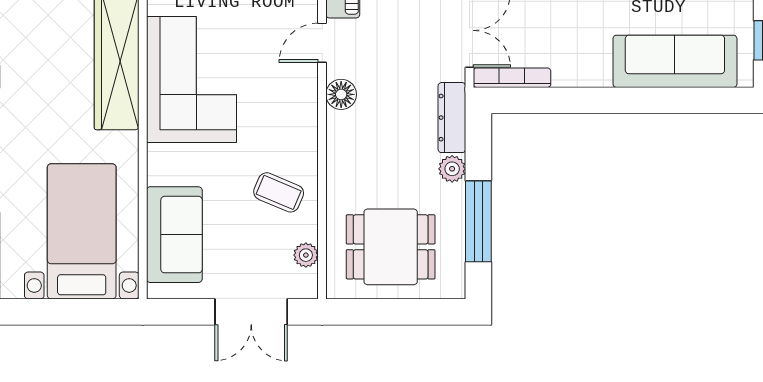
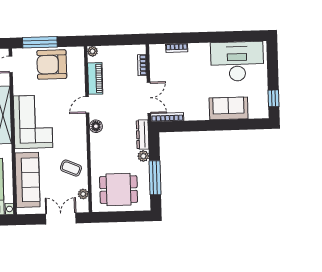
sofa: (675, 61) -> (229, 108), width x0.73
sofa: (174, 235) -> (28, 180), width x1.36
double door: (251, 312) -> (61, 218), swing flipped

